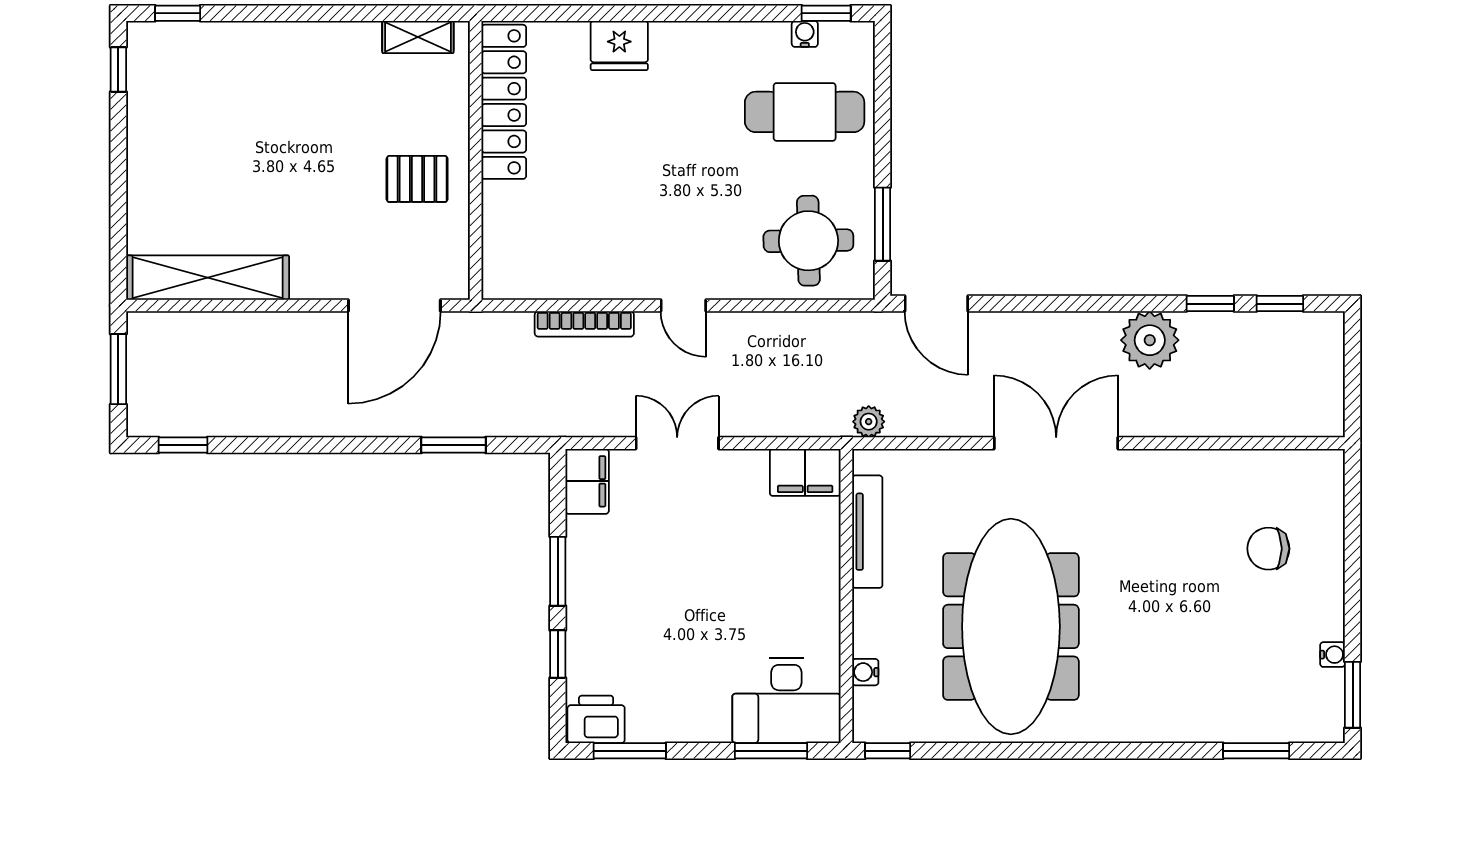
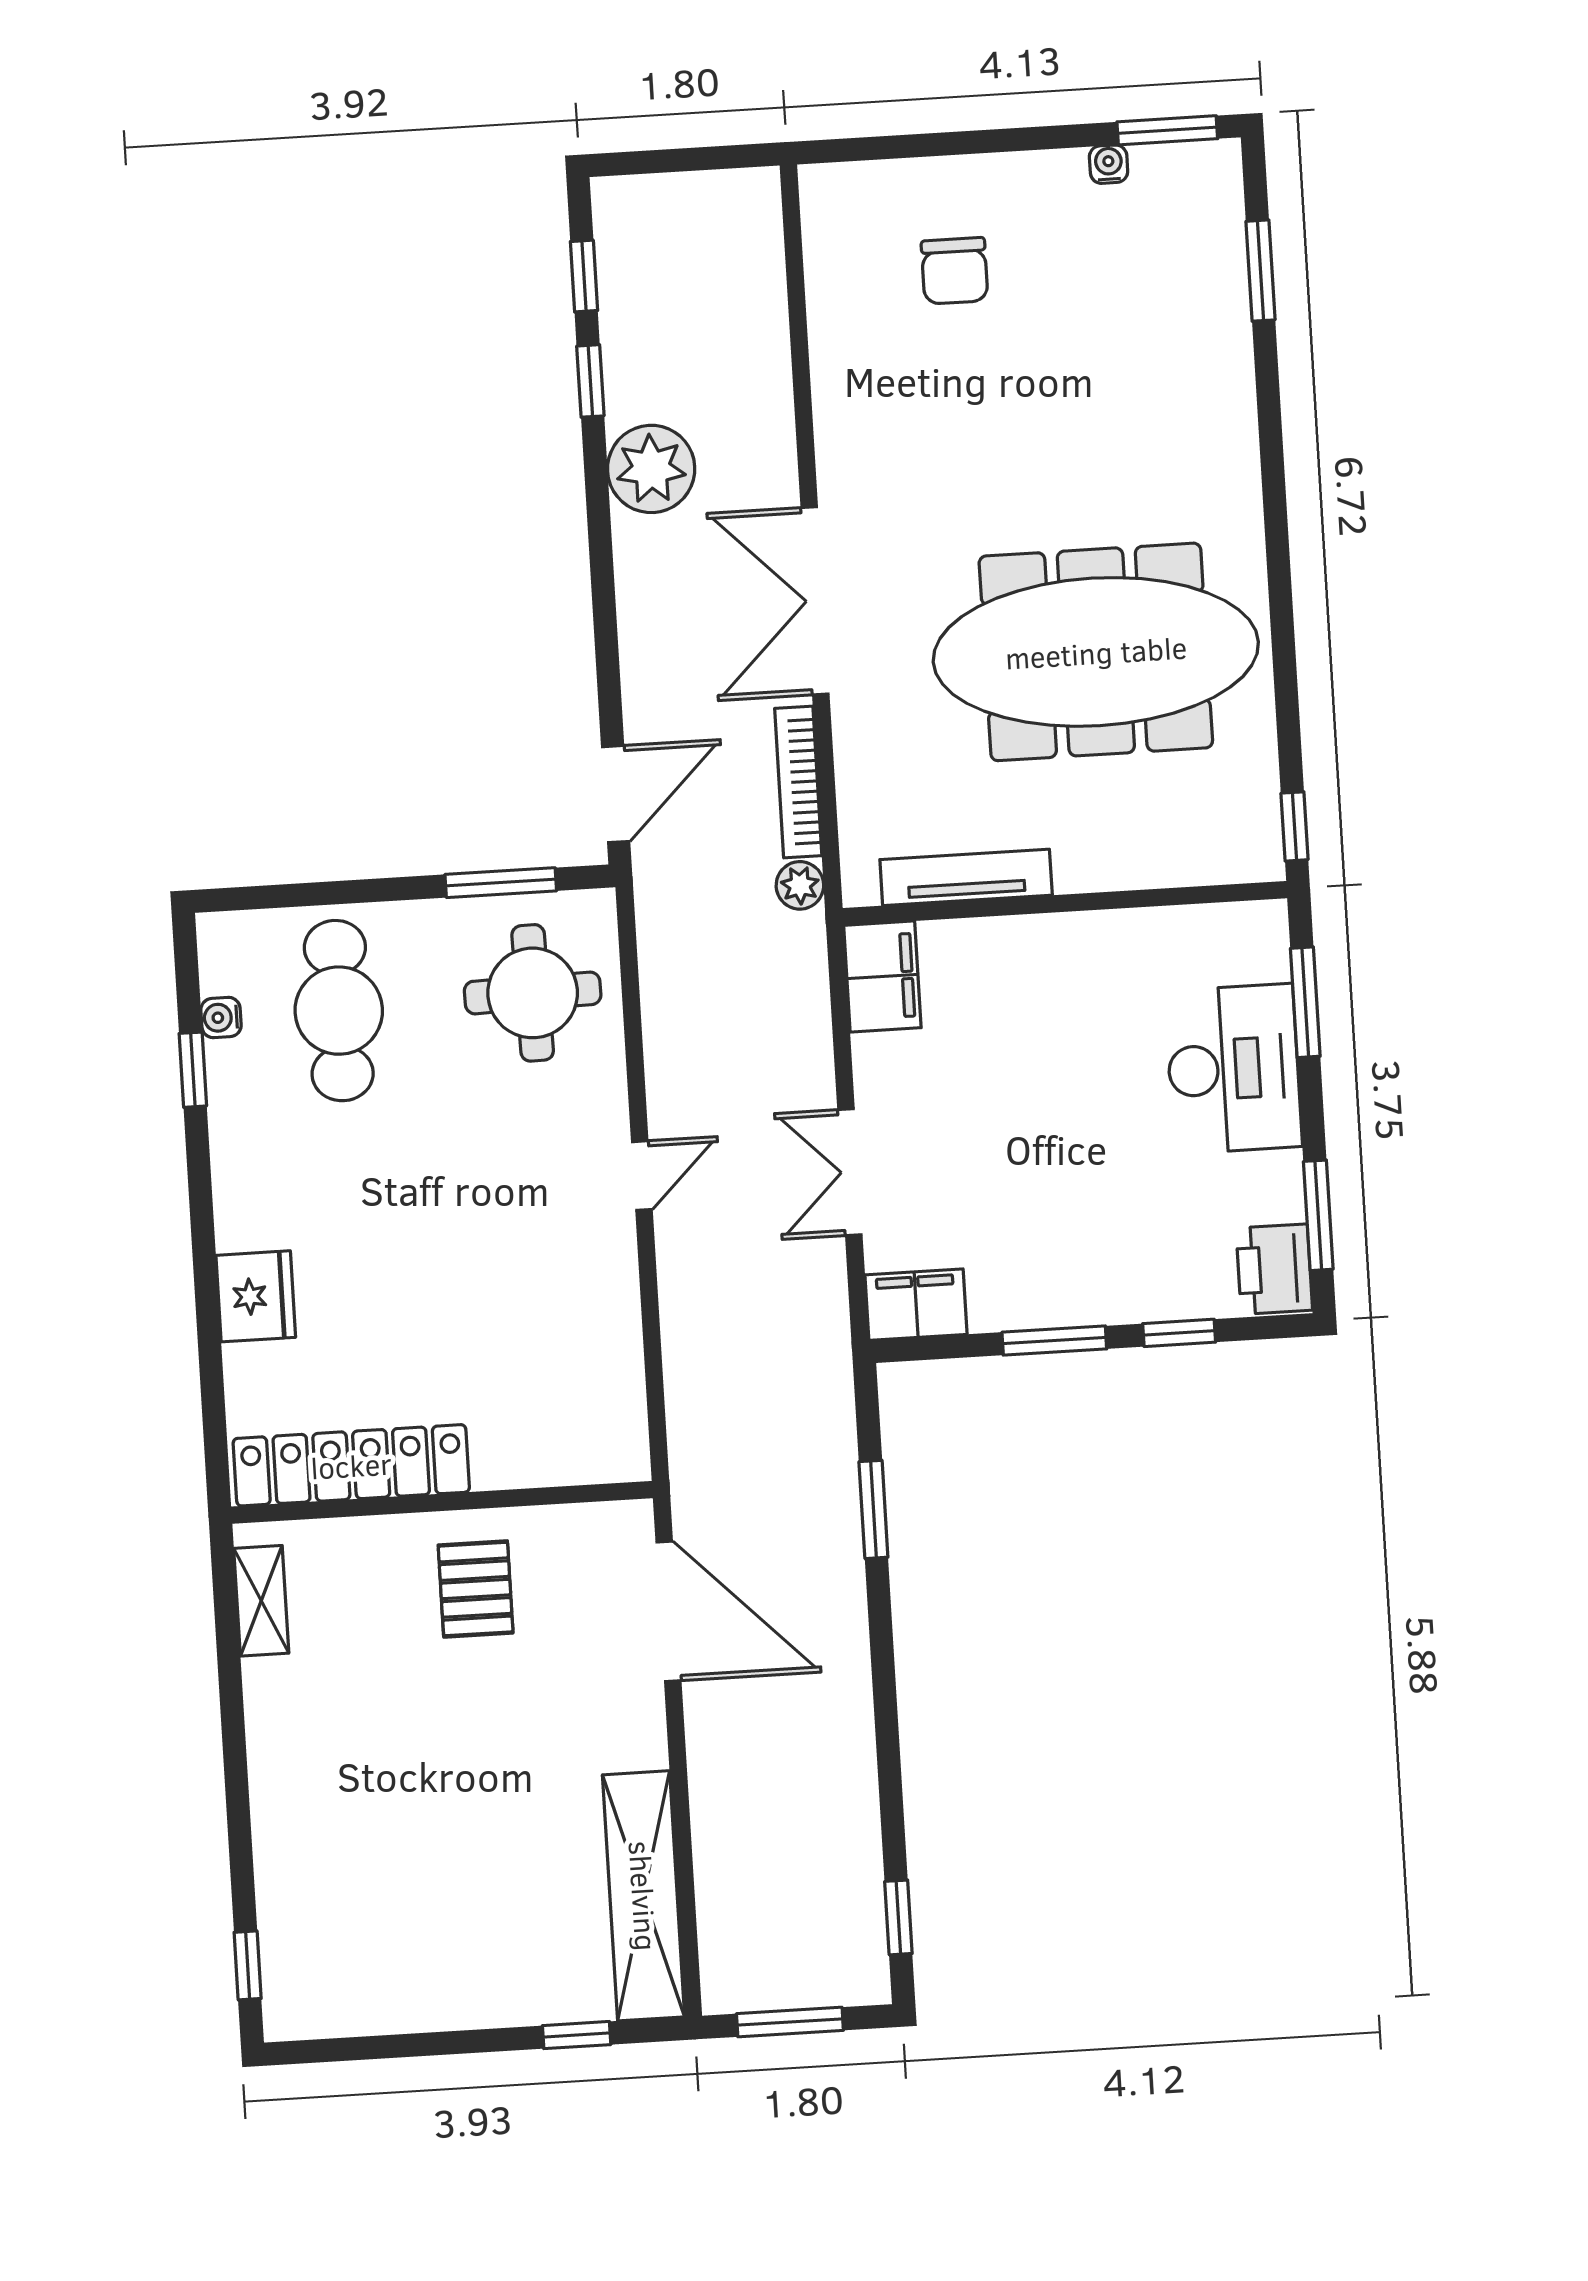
window: (826, 13) -> (193, 1070), moved
window: (118, 70) -> (577, 2035), moved
bookcase: (584, 324) -> (798, 782), moved, turned 180
water cooler: (865, 672) -> (1178, 867), removed
desk: (786, 700) -> (1233, 1069), moved

